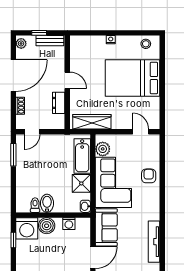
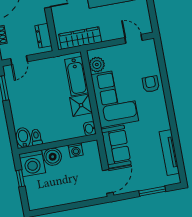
dresser: (59, 103) -> (43, 36), moved
bidet: (47, 203) -> (23, 138), moved

